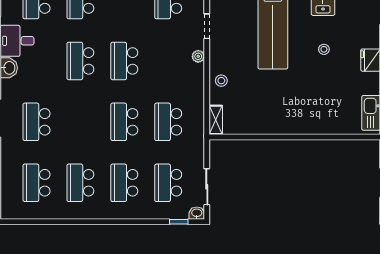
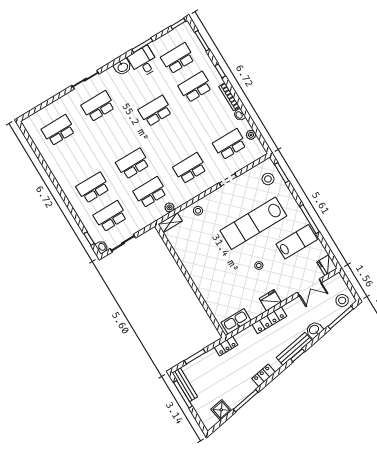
plant: (198, 56) -> (169, 207), moved
school desk: (124, 61) -> (190, 168), moved
school desk: (80, 183) -> (76, 159), removed

